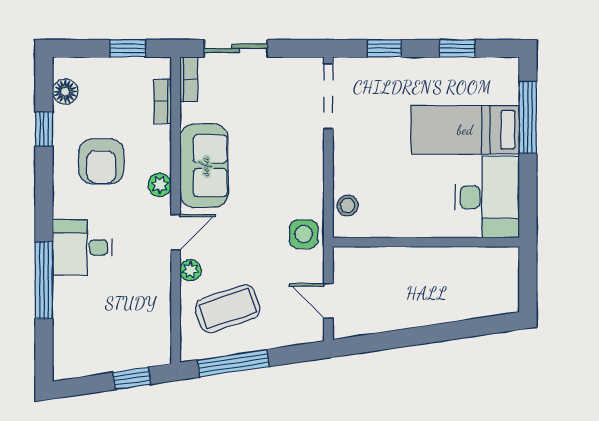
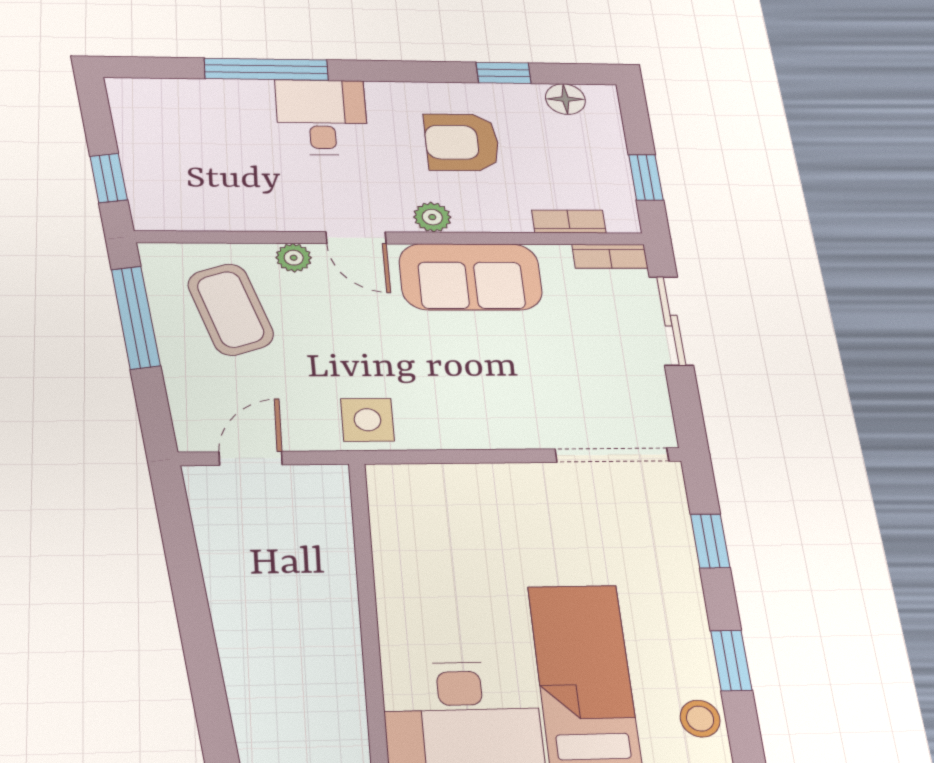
stool: (348, 205) -> (700, 719), moved

